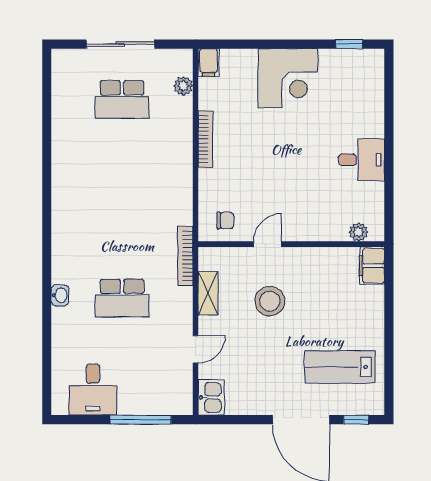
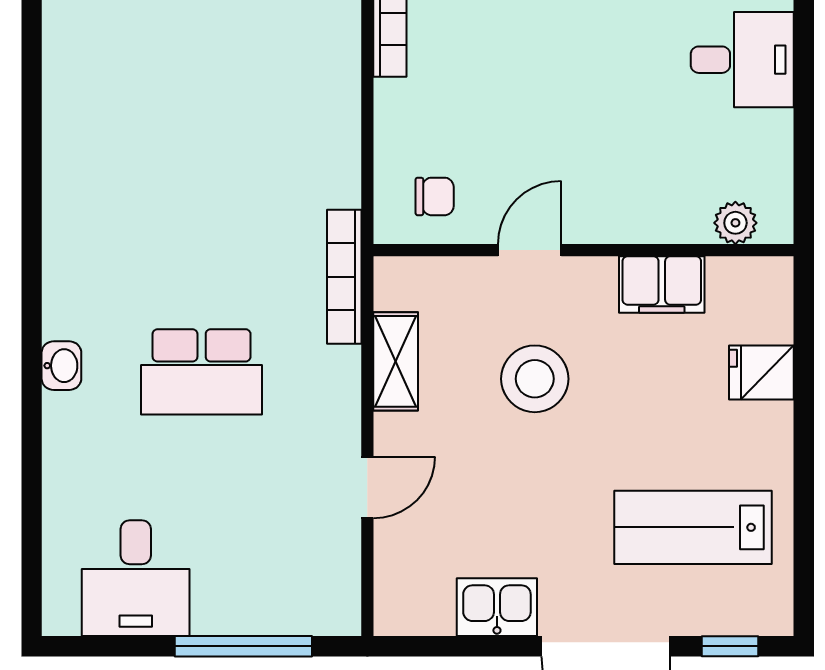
filing cabinet: (372, 266) -> (662, 285), moved, turned -90
fridge: (370, 298) -> (761, 372), added
kitchen sink: (211, 397) -> (497, 607), moved, turned -90

